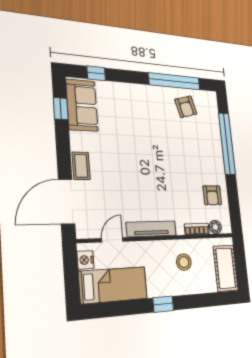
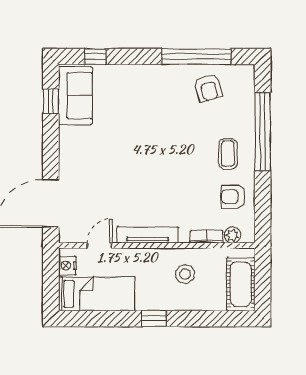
coffee table: (81, 166) -> (228, 154), moved
armchair: (212, 195) -> (233, 197), turned 90

